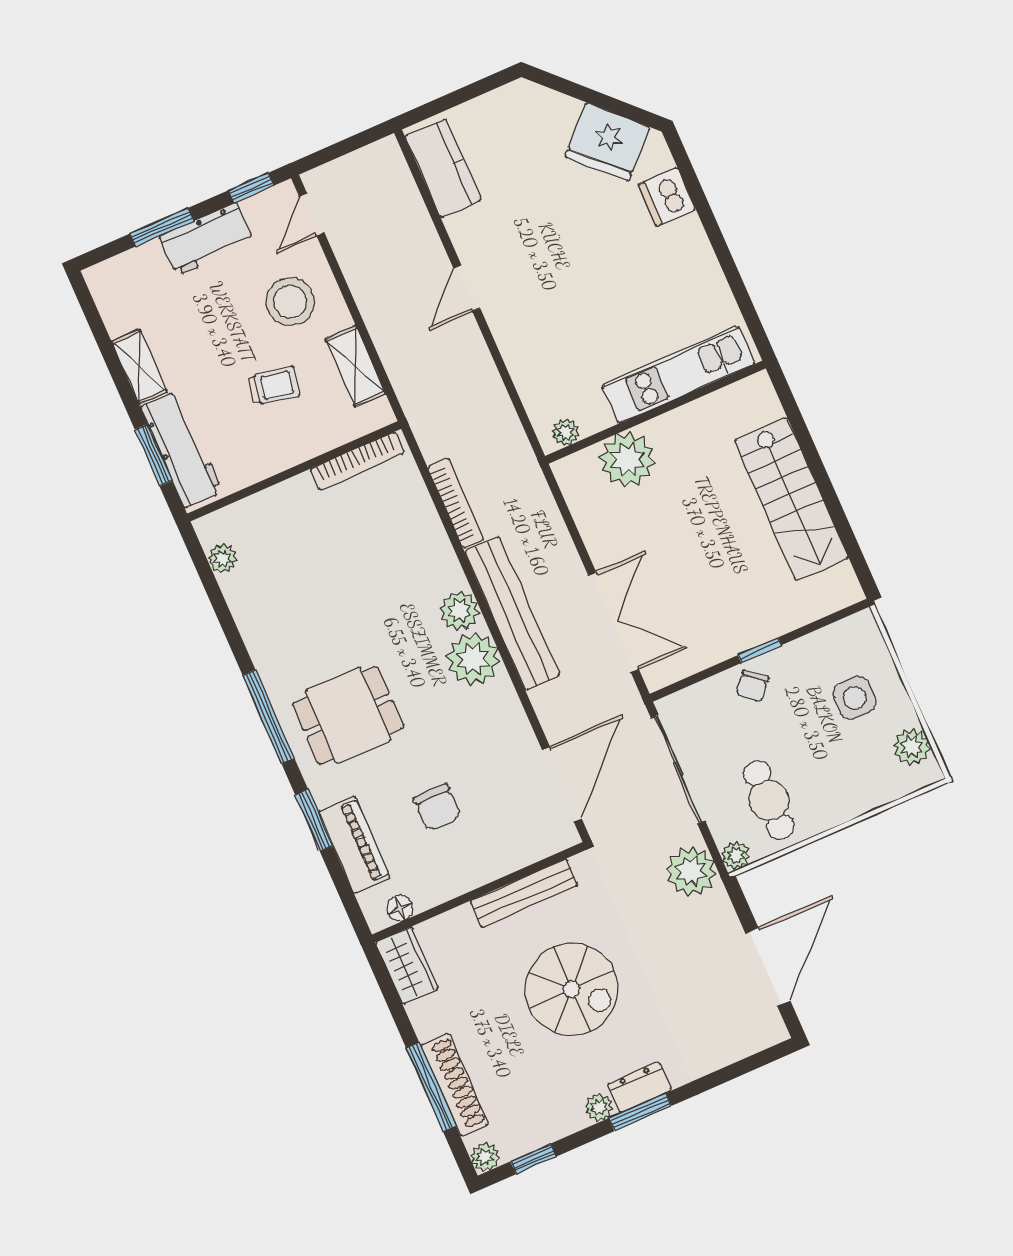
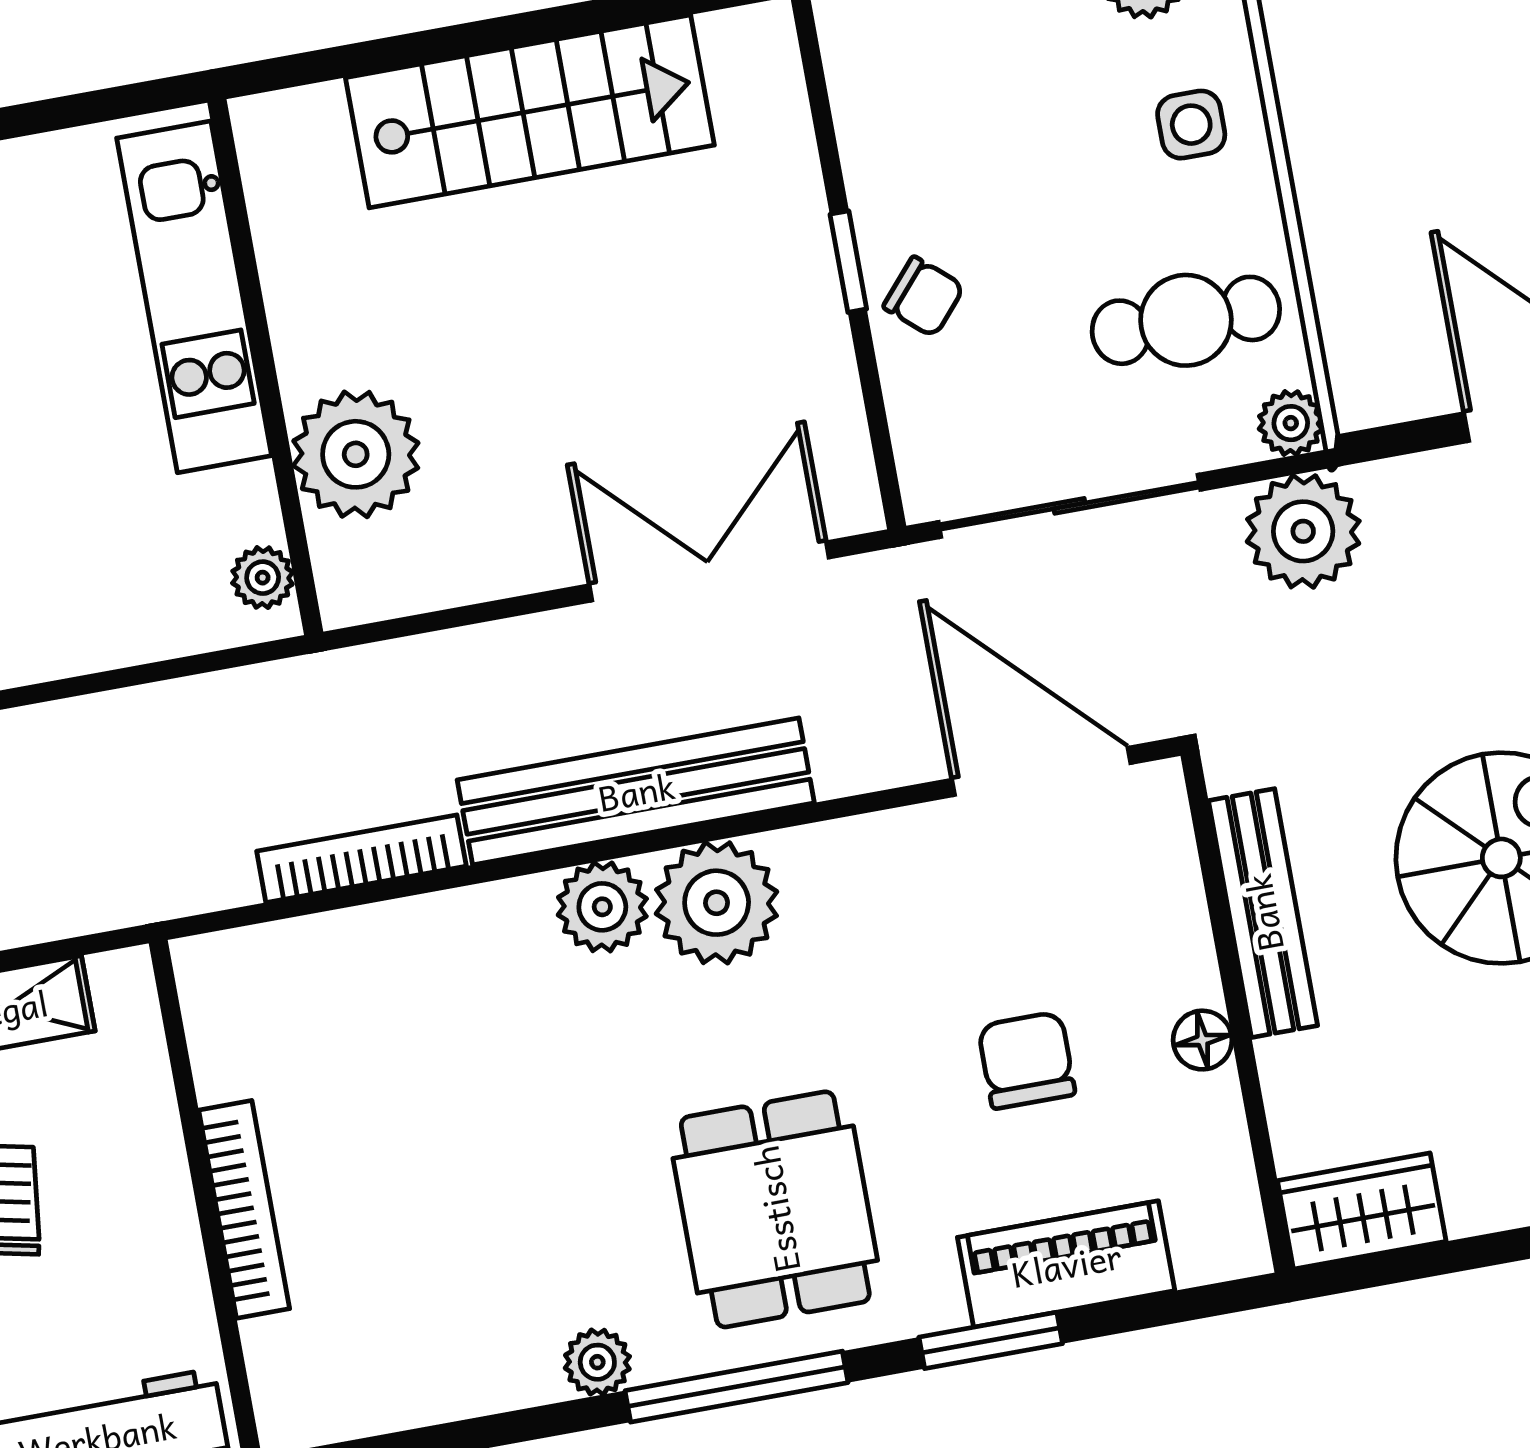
bookcase: (357, 461) -> (244, 1209), moved
plant: (222, 558) -> (597, 1362), moved
side table: (855, 698) -> (1191, 125), moved, width x0.73, depth x0.73
chair: (437, 807) -> (1027, 1060), turned -90
floor lamp: (400, 908) -> (1202, 1040), moved

